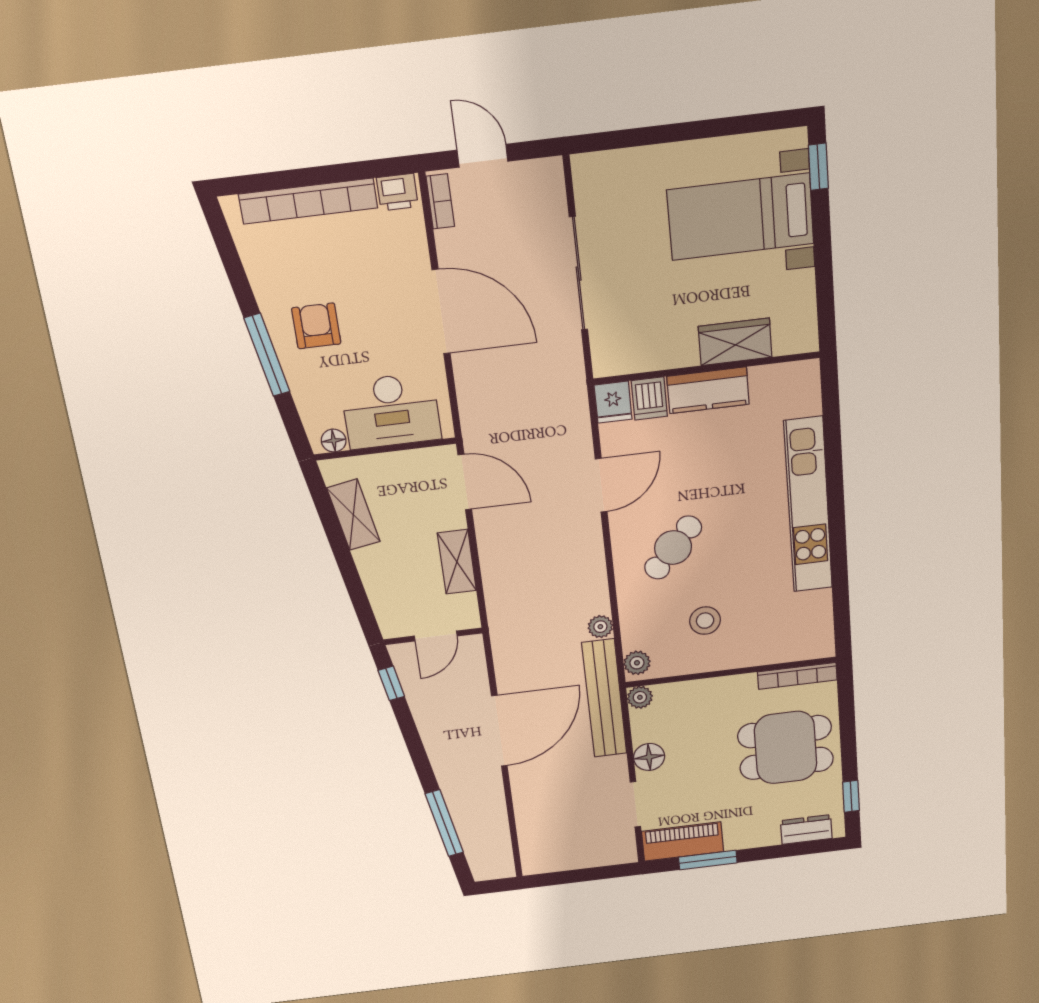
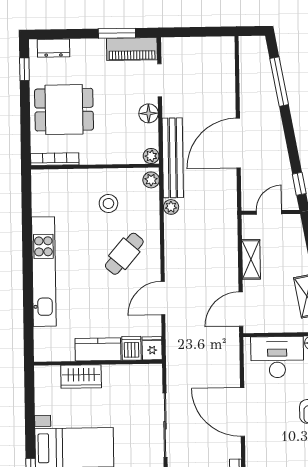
door: (465, 482) -> (241, 309), hinge flipped

